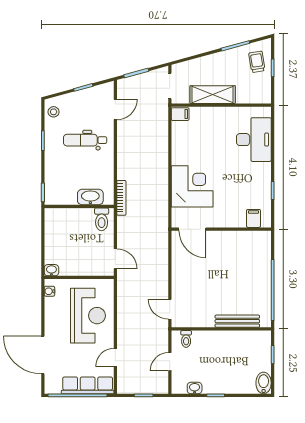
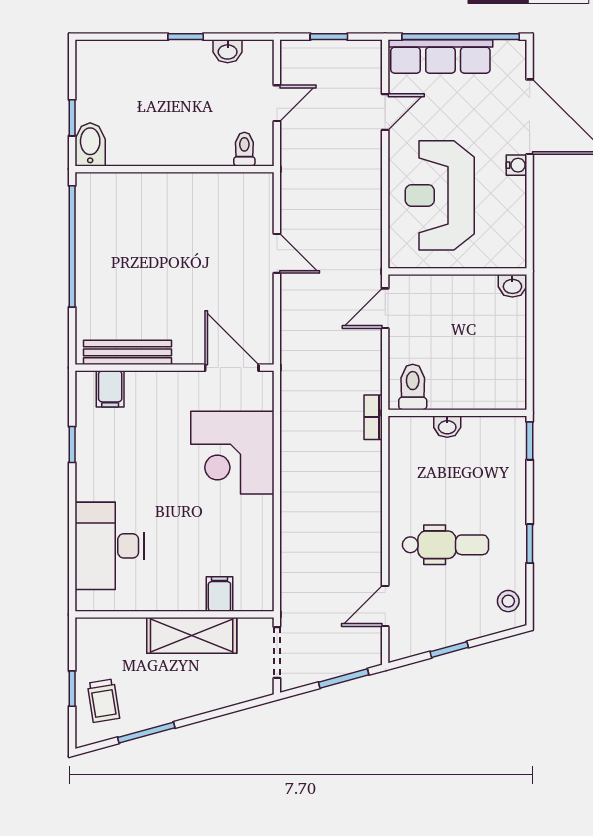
filing cabinet: (180, 114) -> (219, 594), moved, turned 90
washbasin: (90, 197) -> (447, 427), width x0.52, depth x0.69
bookcase: (121, 198) -> (373, 417), width x0.64
door: (115, 259) -> (385, 308), hinge flipped
water cooler: (49, 291) -> (516, 165), moved
door: (170, 309) -> (277, 253), moved
bench: (237, 321) -> (127, 352), moved
bidet: (264, 383) -> (90, 144), moved, turned 180

